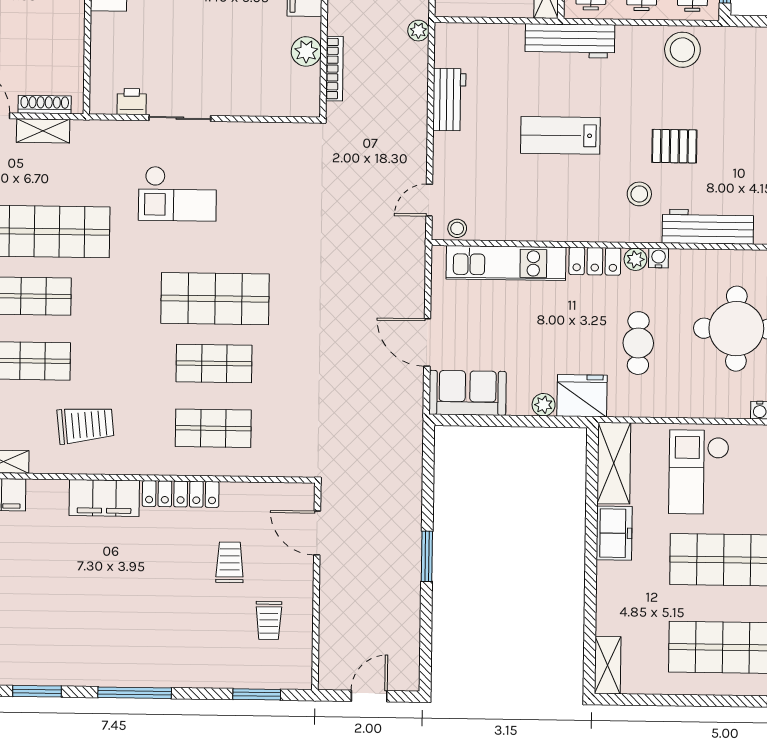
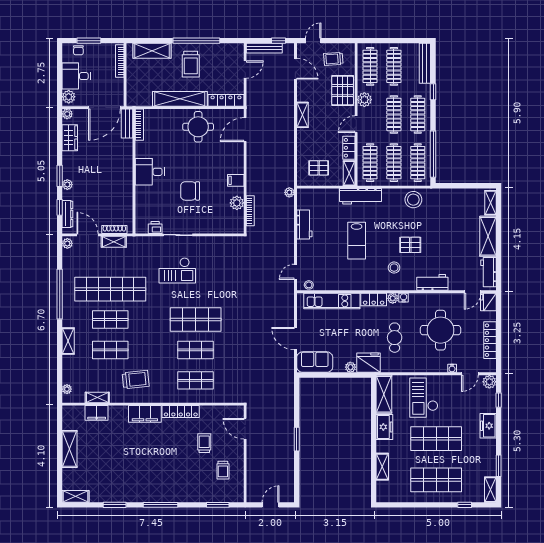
chair: (207, 25) -> (190, 191), added
lab bench: (560, 135) -> (357, 241), turned -90
workbench: (708, 227) -> (432, 282), width x0.73
shelving: (608, 665) -> (382, 467), moved

